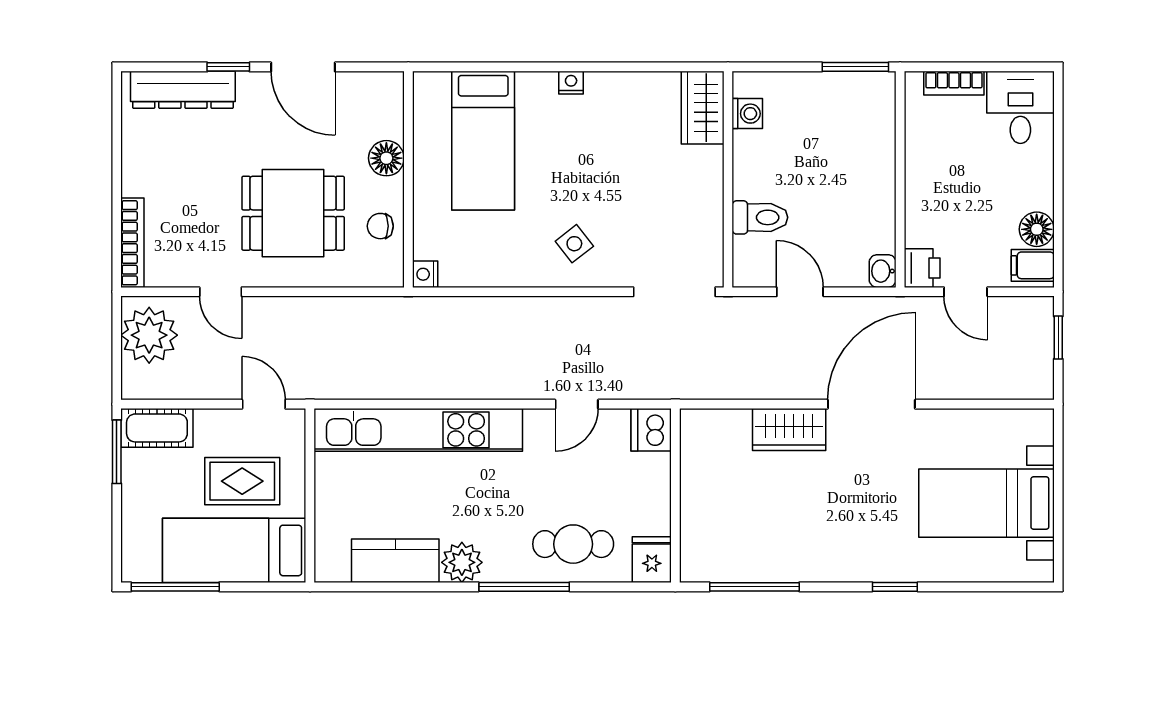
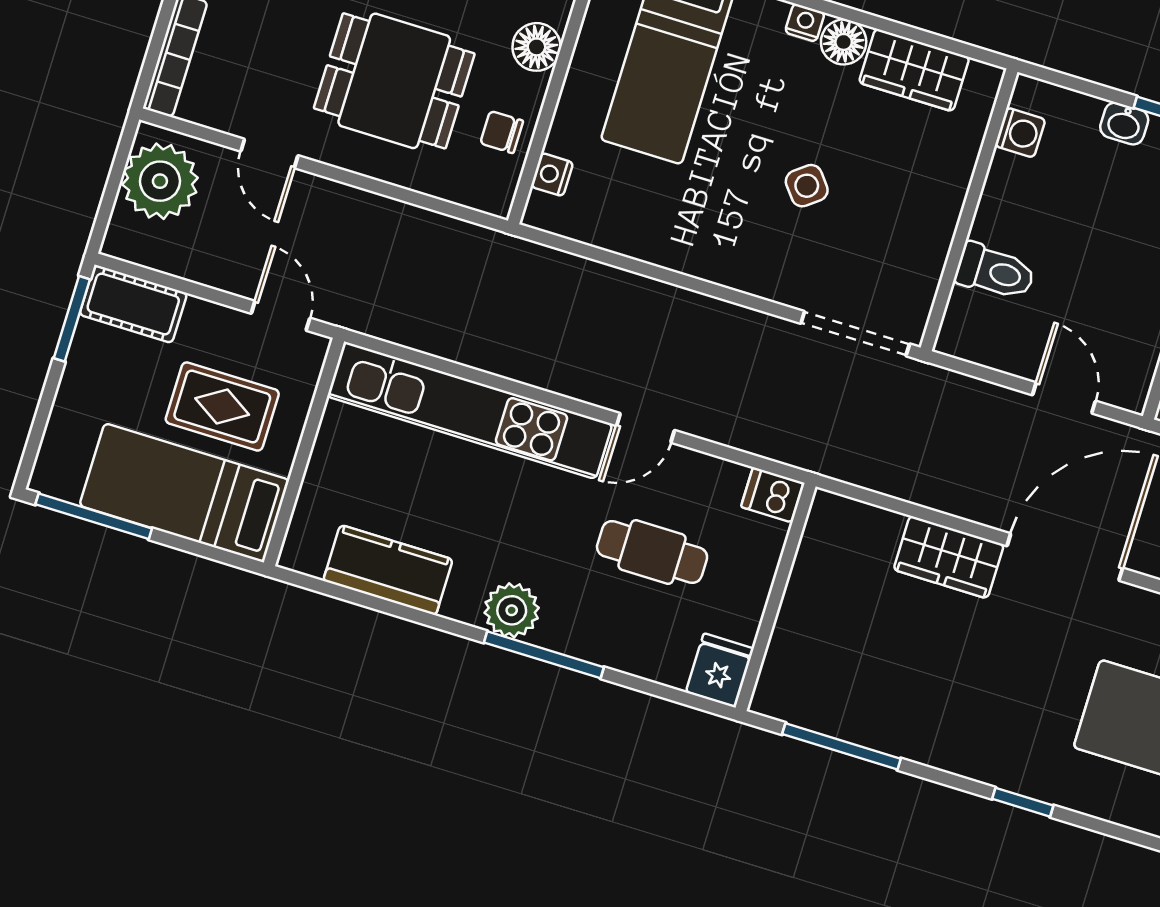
floor lamp: (603, 88) -> (844, 42), added
wardrobe: (703, 108) -> (914, 70), moved, turned -90
side table: (574, 244) -> (807, 186), moved
washbasin: (883, 271) -> (1124, 123), moved, turned -90
nightstand: (425, 274) -> (552, 175), moved
door: (800, 292) -> (1064, 398), moved
door: (577, 404) -> (645, 428), moved
dishwasher: (651, 430) -> (773, 495), width x0.73
cafe table: (573, 544) -> (652, 552), moved
plant: (462, 562) -> (512, 610), moved

